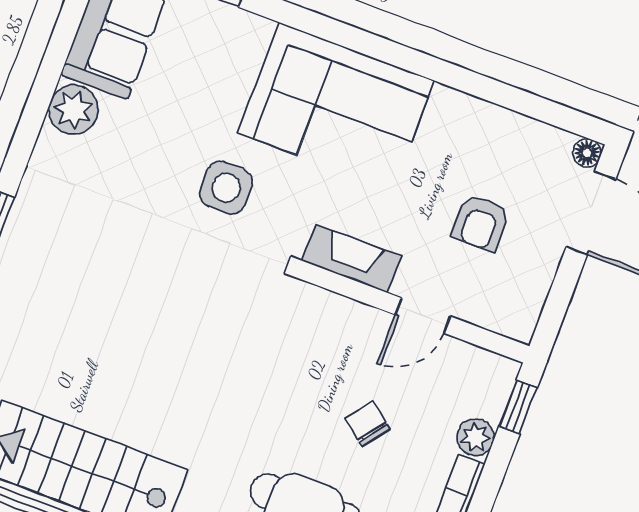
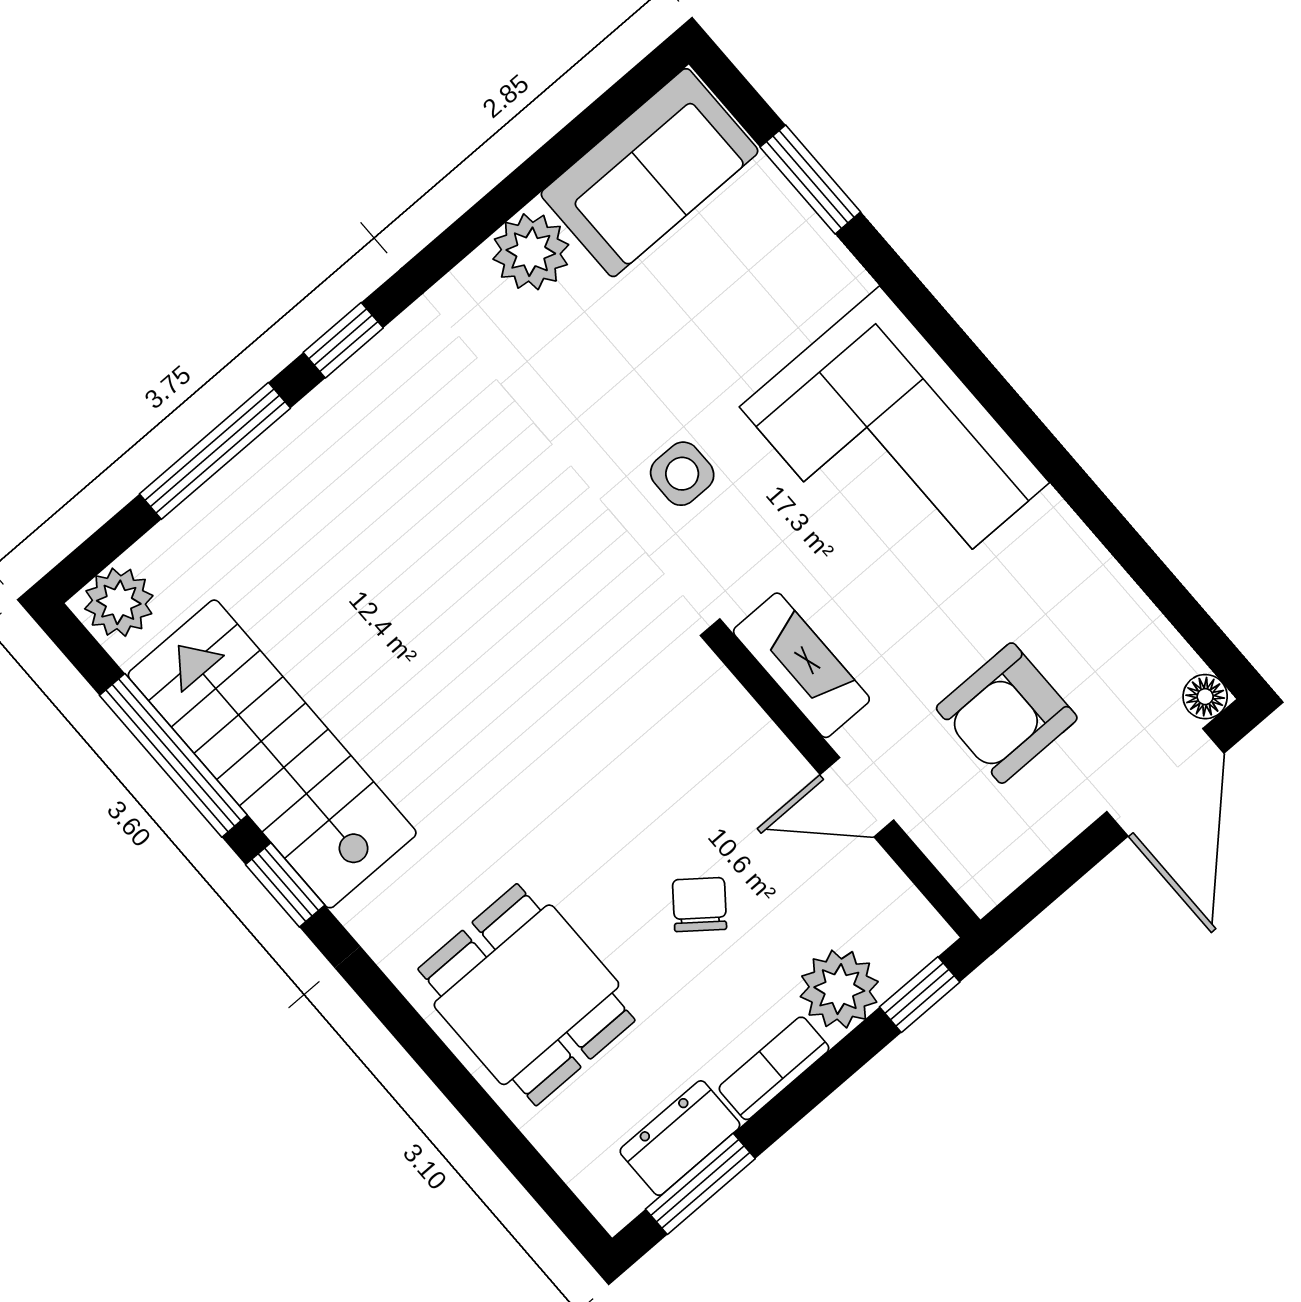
side table: (226, 188) -> (682, 474), width x0.73, depth x0.73
armchair: (481, 223) -> (1007, 713), width x1.38, depth x1.38
plant: (475, 437) -> (839, 989), width x1.38, depth x1.38

